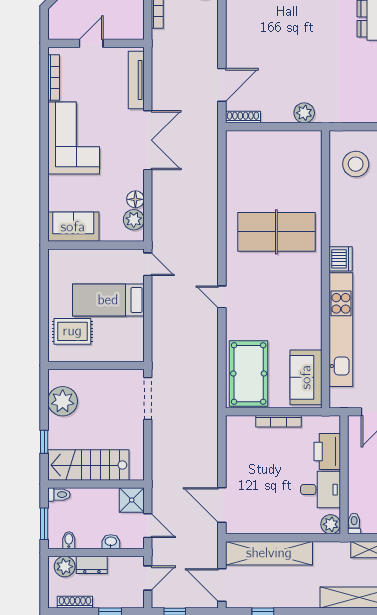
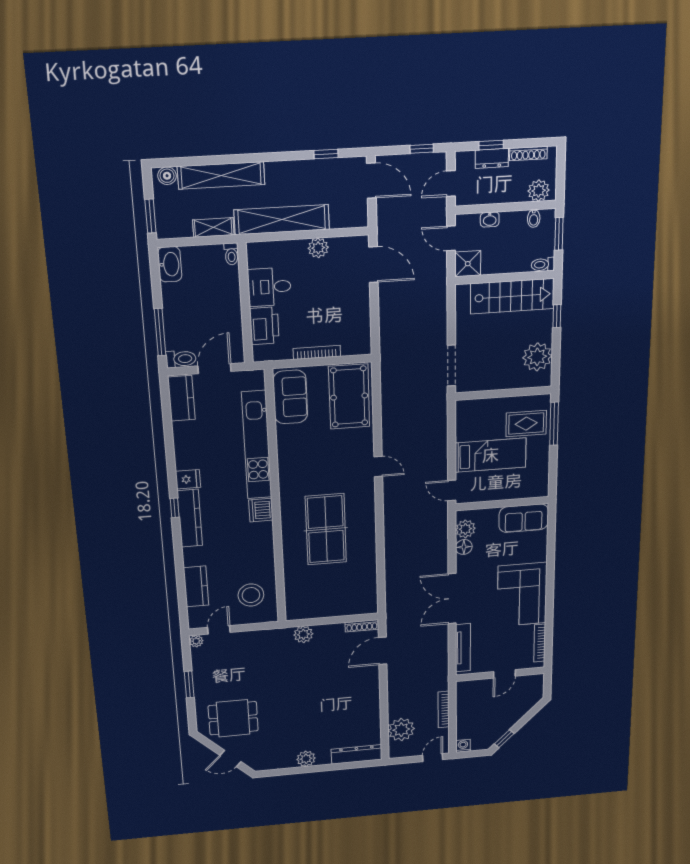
table tennis table: (276, 232) -> (326, 529), turned 90
window: (44, 329) -> (554, 424), added
plant: (331, 524) -> (318, 248), moved
shelving: (269, 553) -> (282, 220), moved
dresser: (92, 565) -> (492, 158), moved, turned 180

